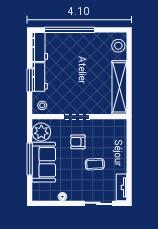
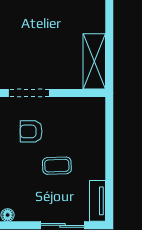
shelving: (119, 87) -> (94, 61), width x0.68

